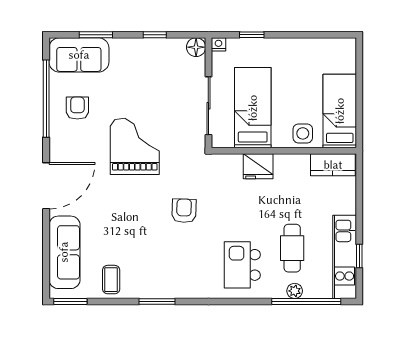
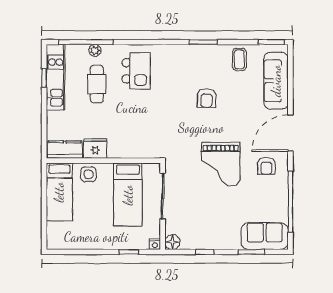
armchair: (77, 108) -> (266, 166), moved
fridge: (258, 166) -> (95, 148), moved
armchair: (184, 211) -> (207, 98), moved

